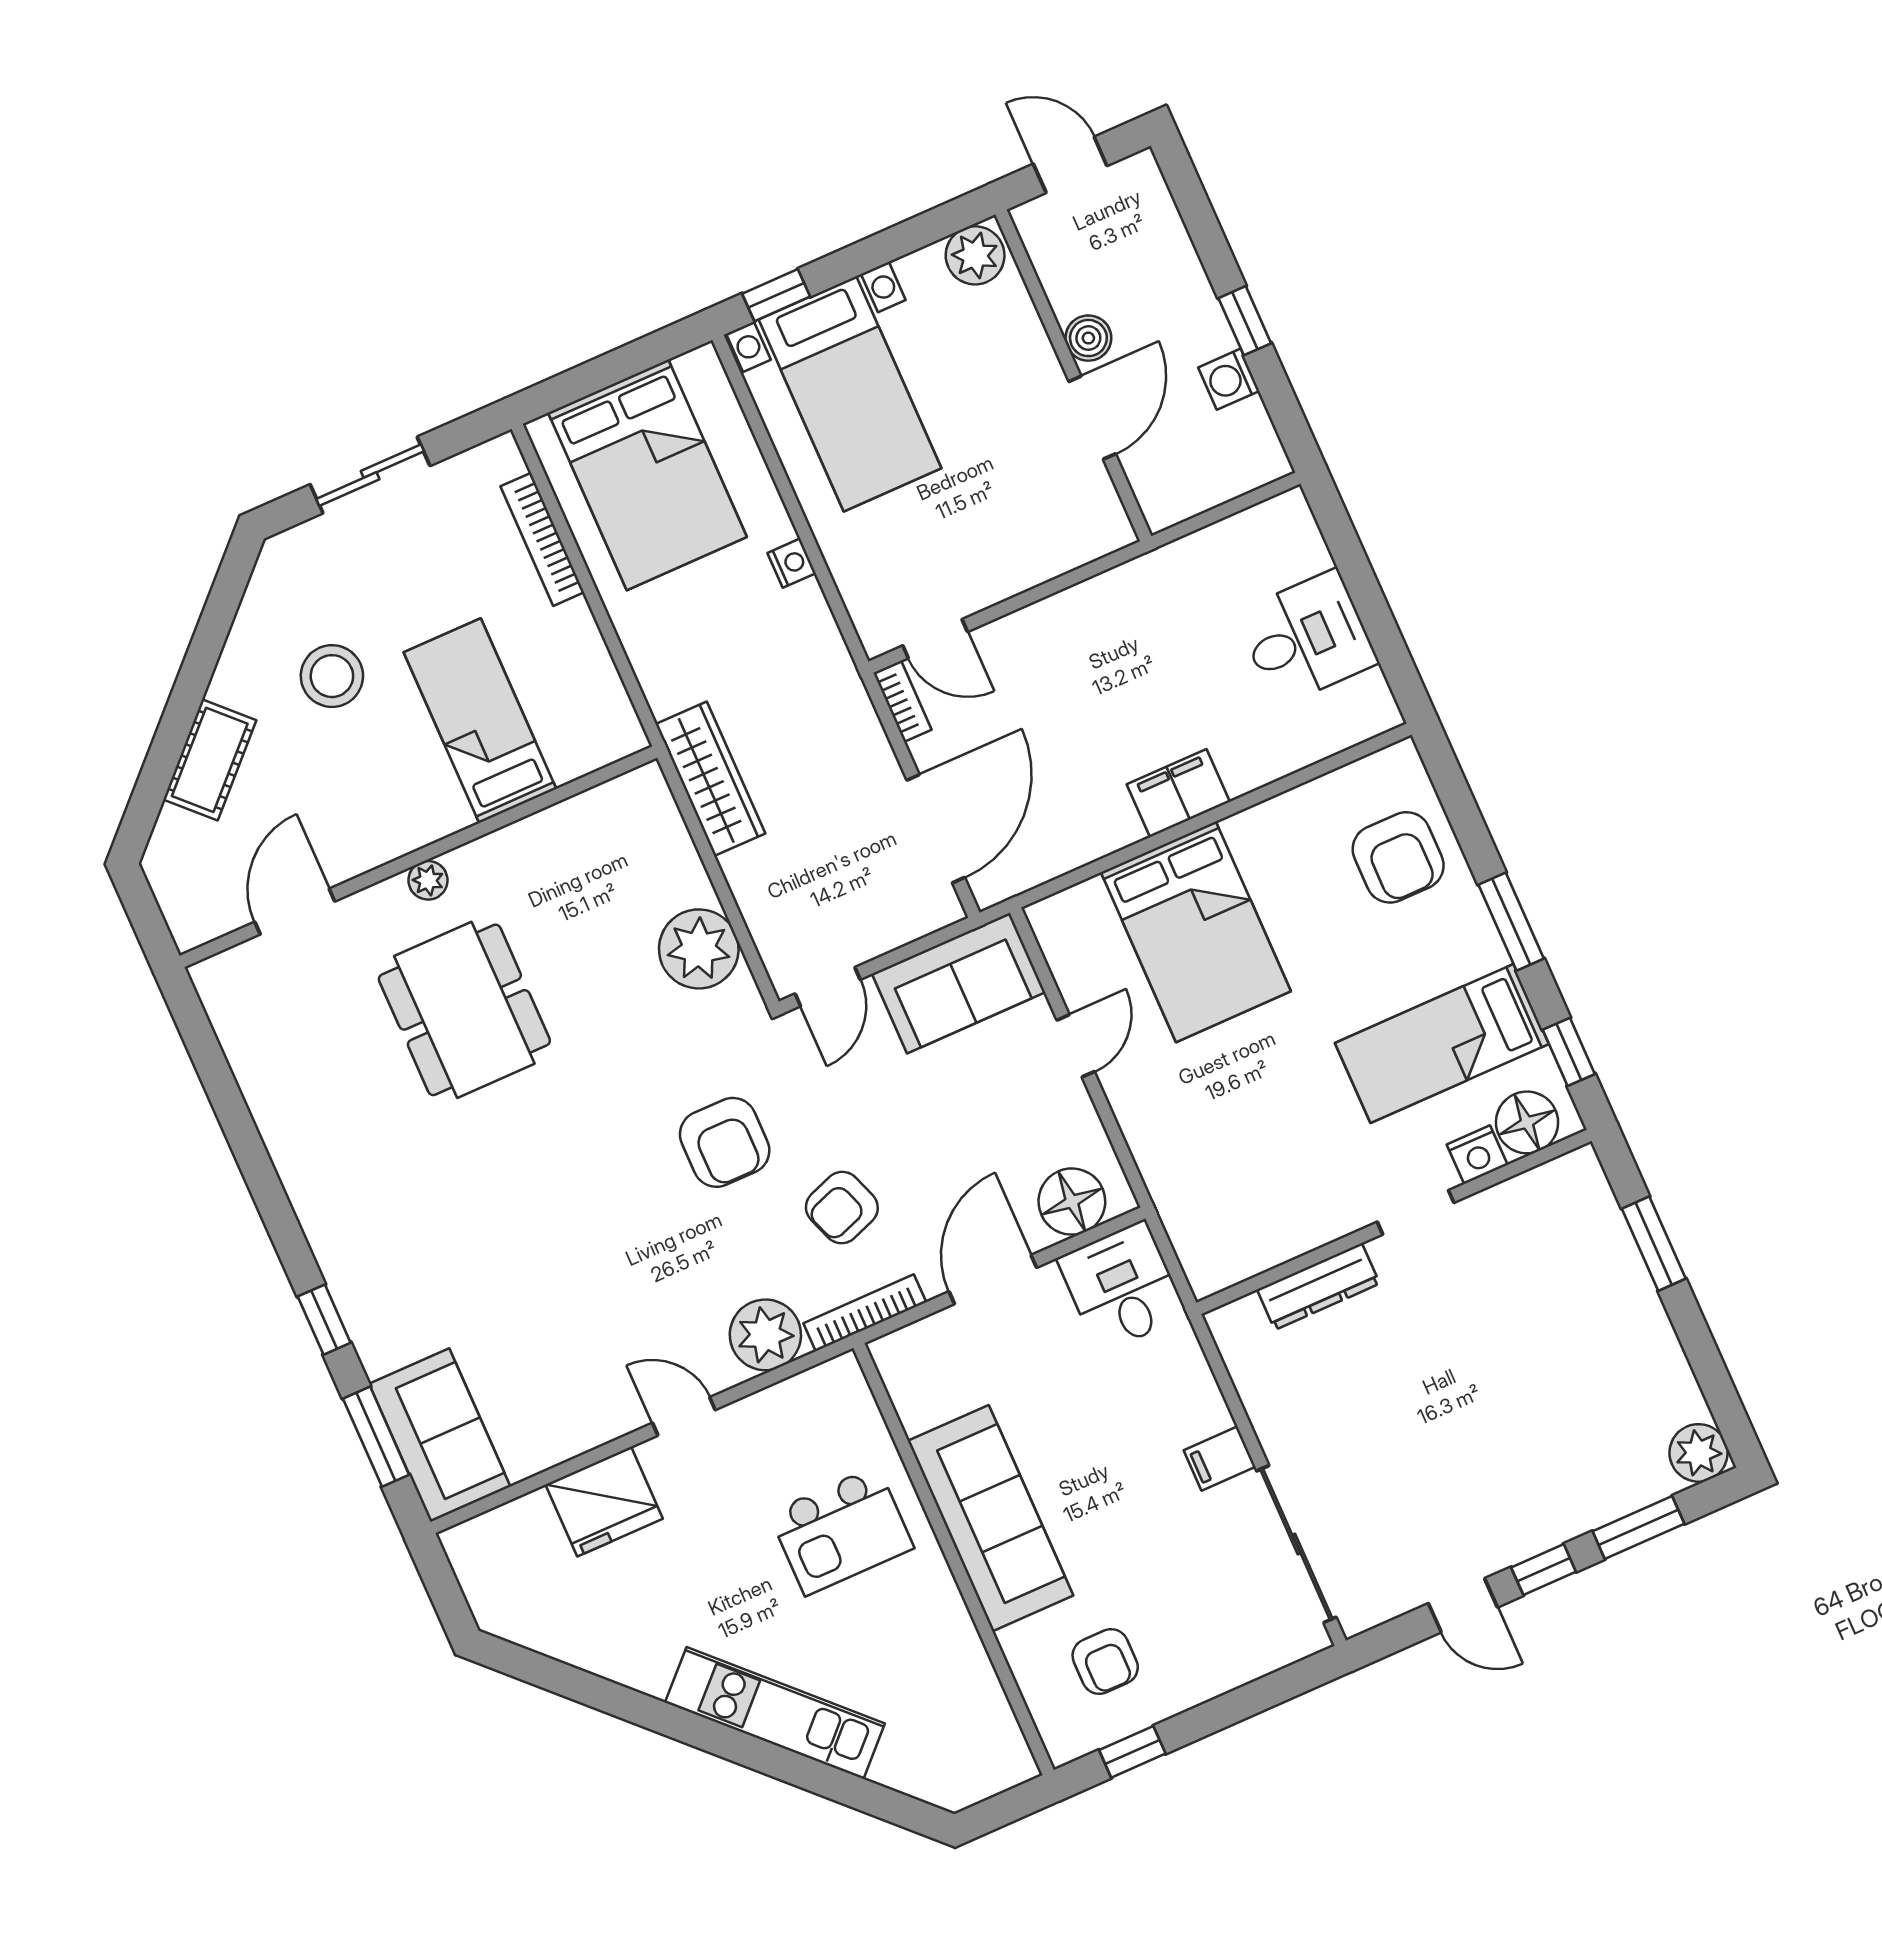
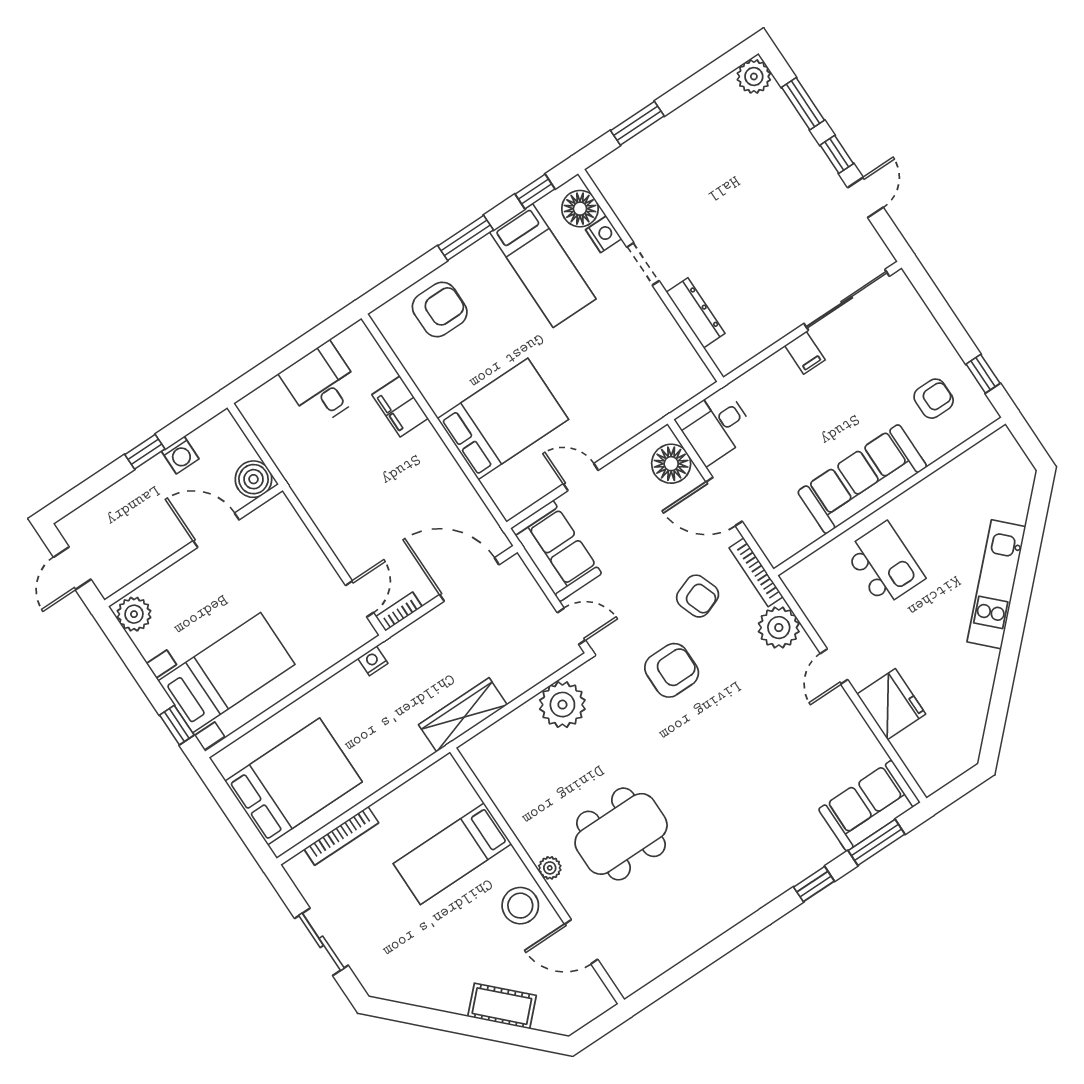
boiler: (1088, 338) -> (254, 479), moved, width x1.36, depth x1.36
nightstand: (792, 563) -> (373, 661), moved
stool: (332, 676) -> (520, 906), moved
filing cabinet: (1178, 793) -> (400, 406), moved

